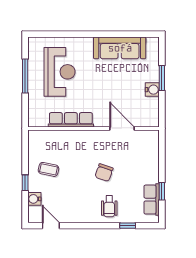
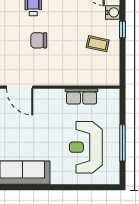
row of seats: (71, 120) -> (82, 96), width x0.68
chair: (104, 173) -> (39, 40), turned -109

